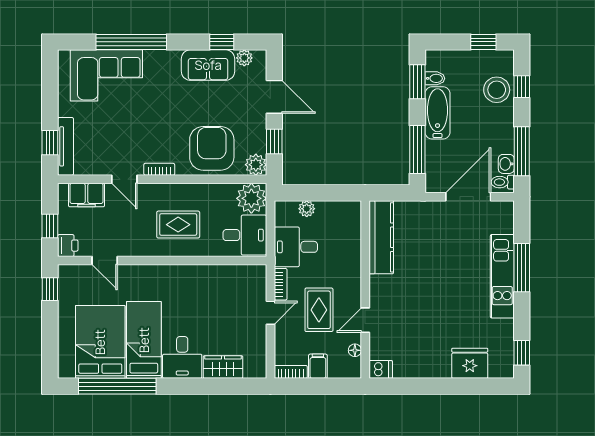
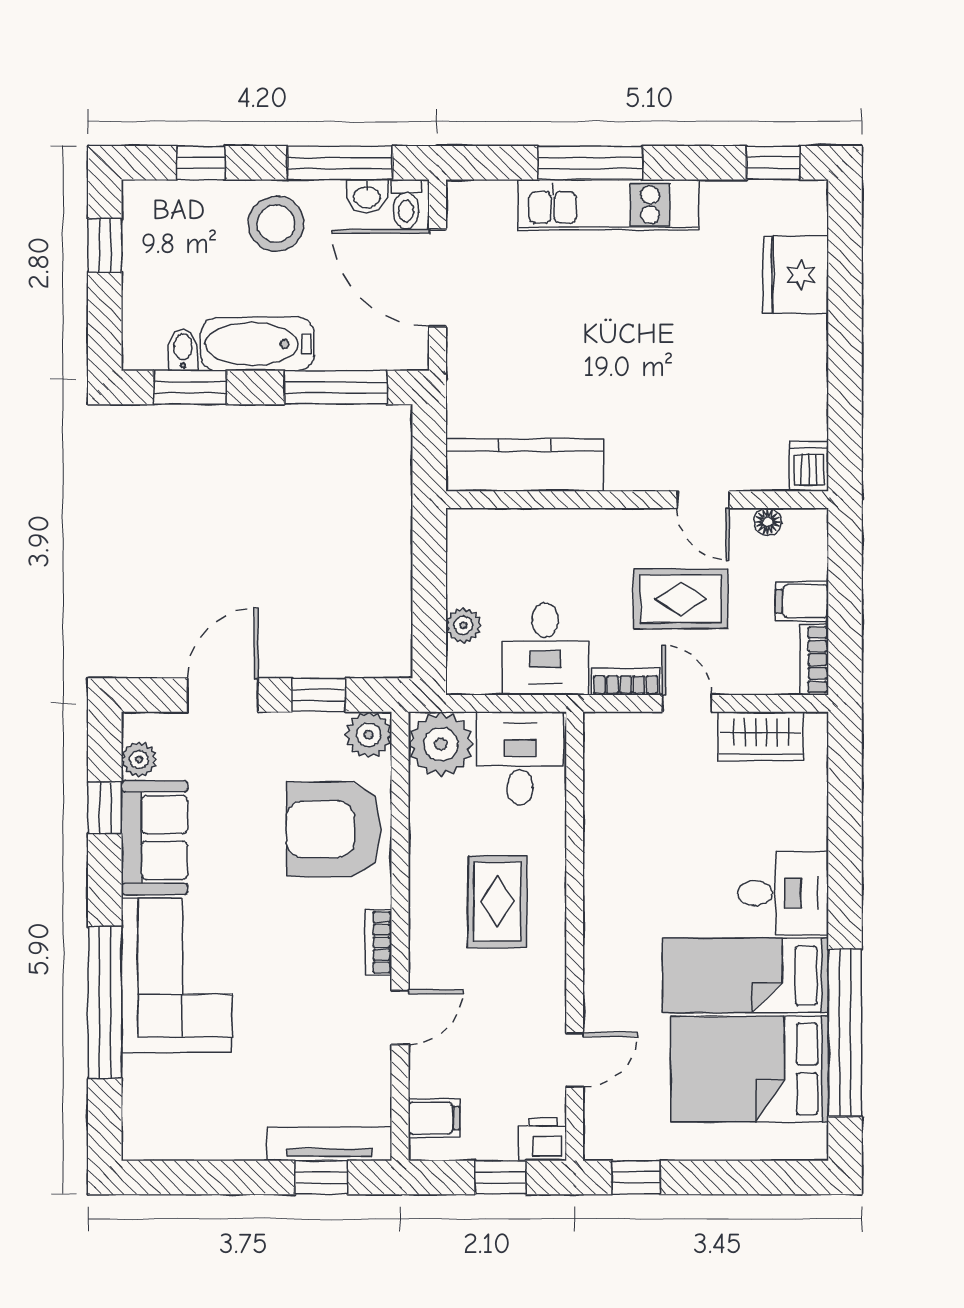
corner sofa: (106, 75) -> (177, 975), moved
stool: (497, 90) -> (276, 224), moved
filing cabinet: (86, 195) -> (434, 1118), width x0.50
wardrobe: (223, 367) -> (761, 736), moved, turned -90

